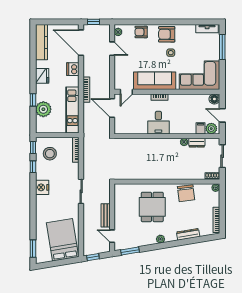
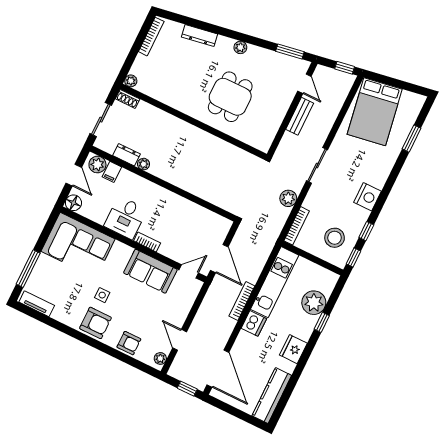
dishwasher: (73, 69) -> (254, 323), moved
sofa: (155, 81) -> (150, 271), width x0.73
desk: (158, 123) -> (126, 218), moved, turned 180
plant: (89, 164) -> (288, 198), added
chair: (186, 193) -> (175, 93), removed
window: (33, 249) -> (411, 139), moved

